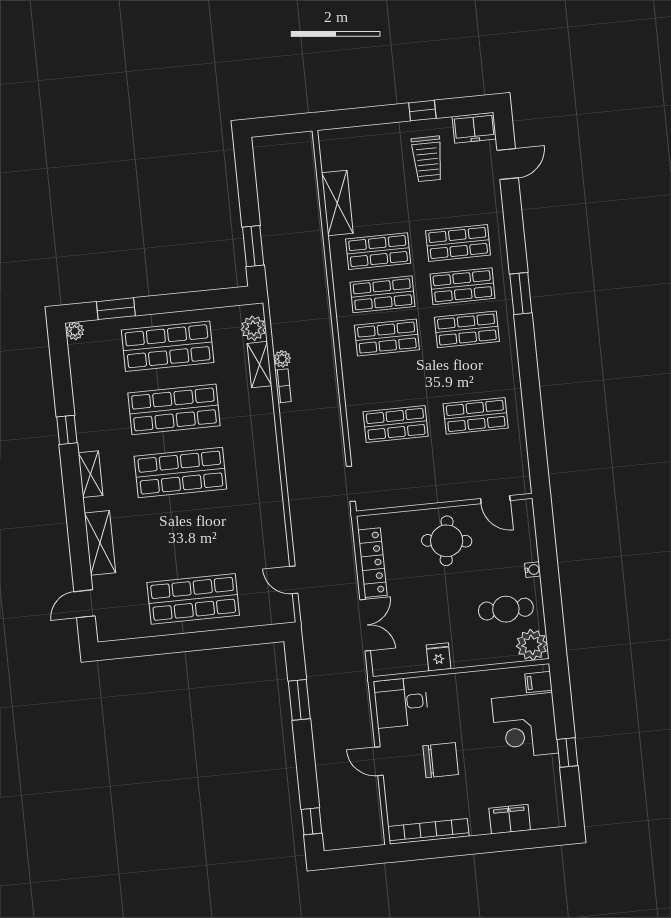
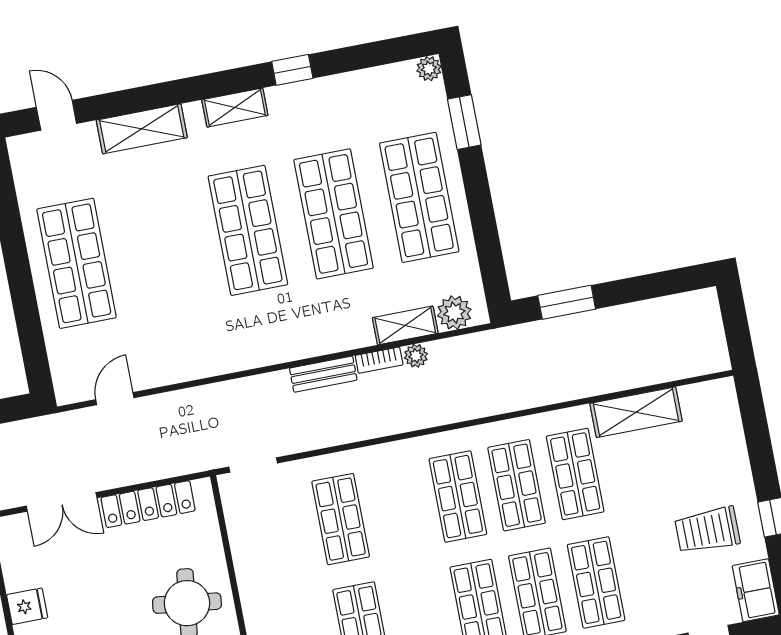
bench: (289, 427) -> (323, 374), added

